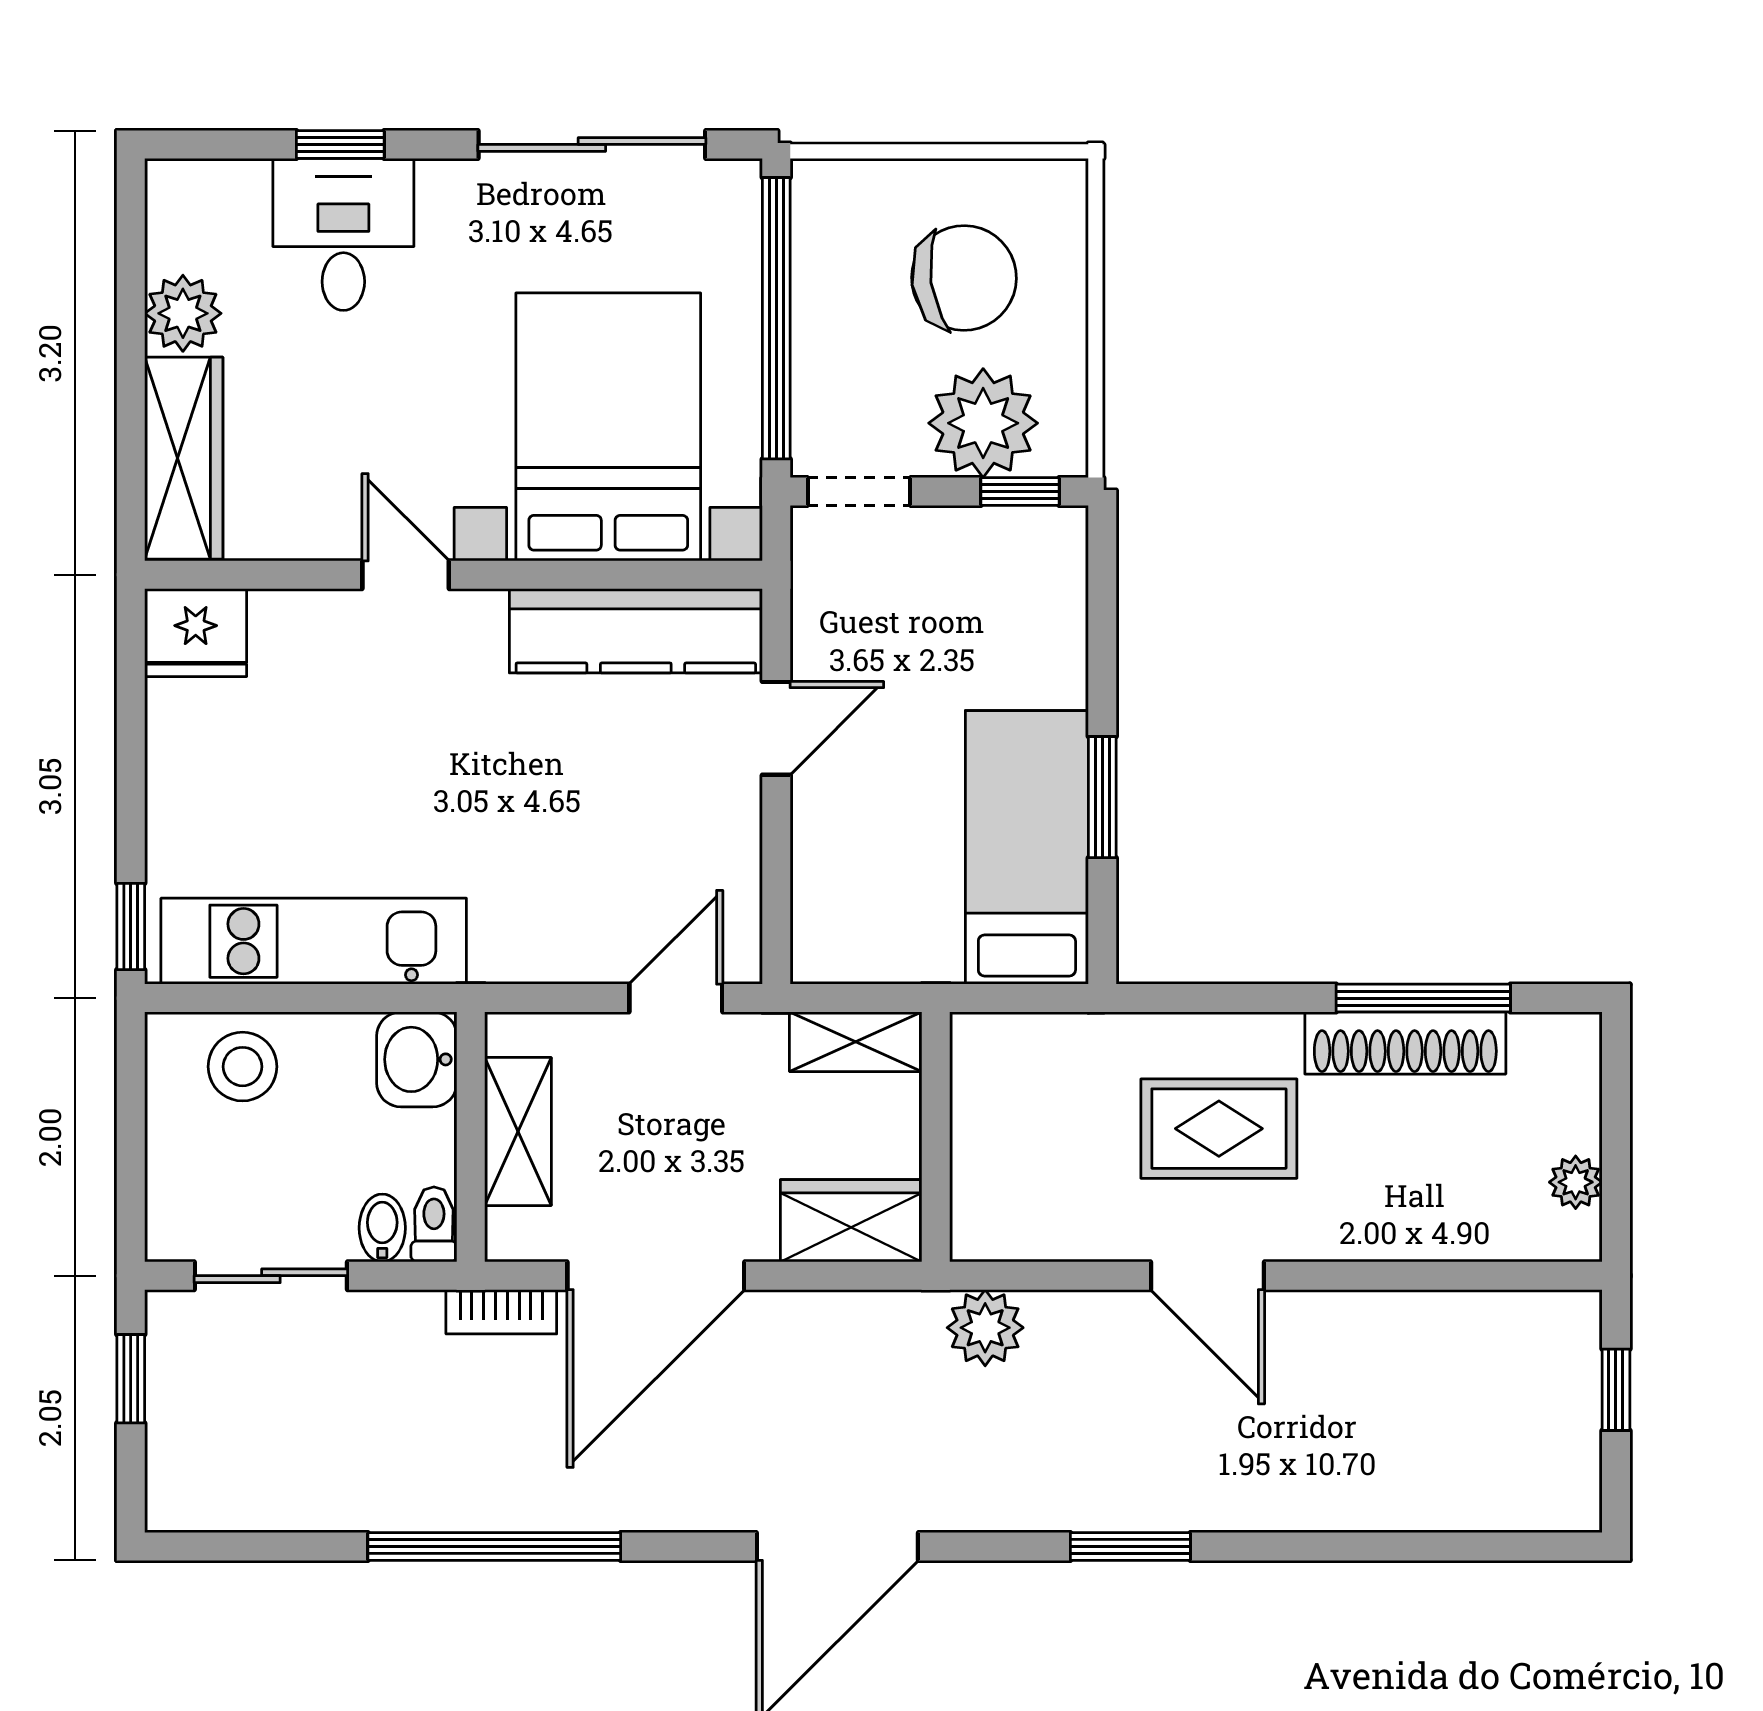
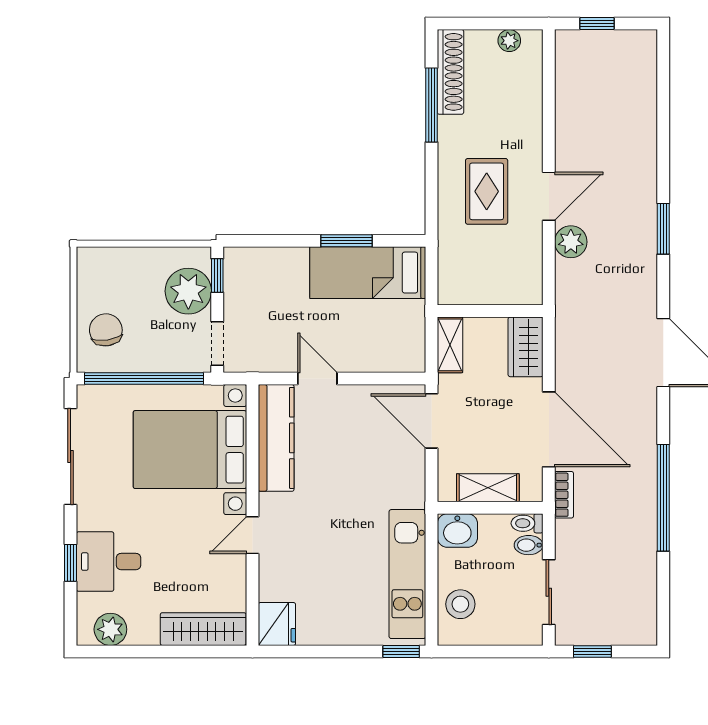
chair: (964, 278) -> (106, 330), moved, width x0.73, depth x0.73
plant: (183, 313) -> (110, 629), moved
door: (676, 998) -> (431, 421), width x1.38
shoe rack: (1405, 1043) -> (450, 72), moved
plant: (985, 1328) -> (571, 242), moved

